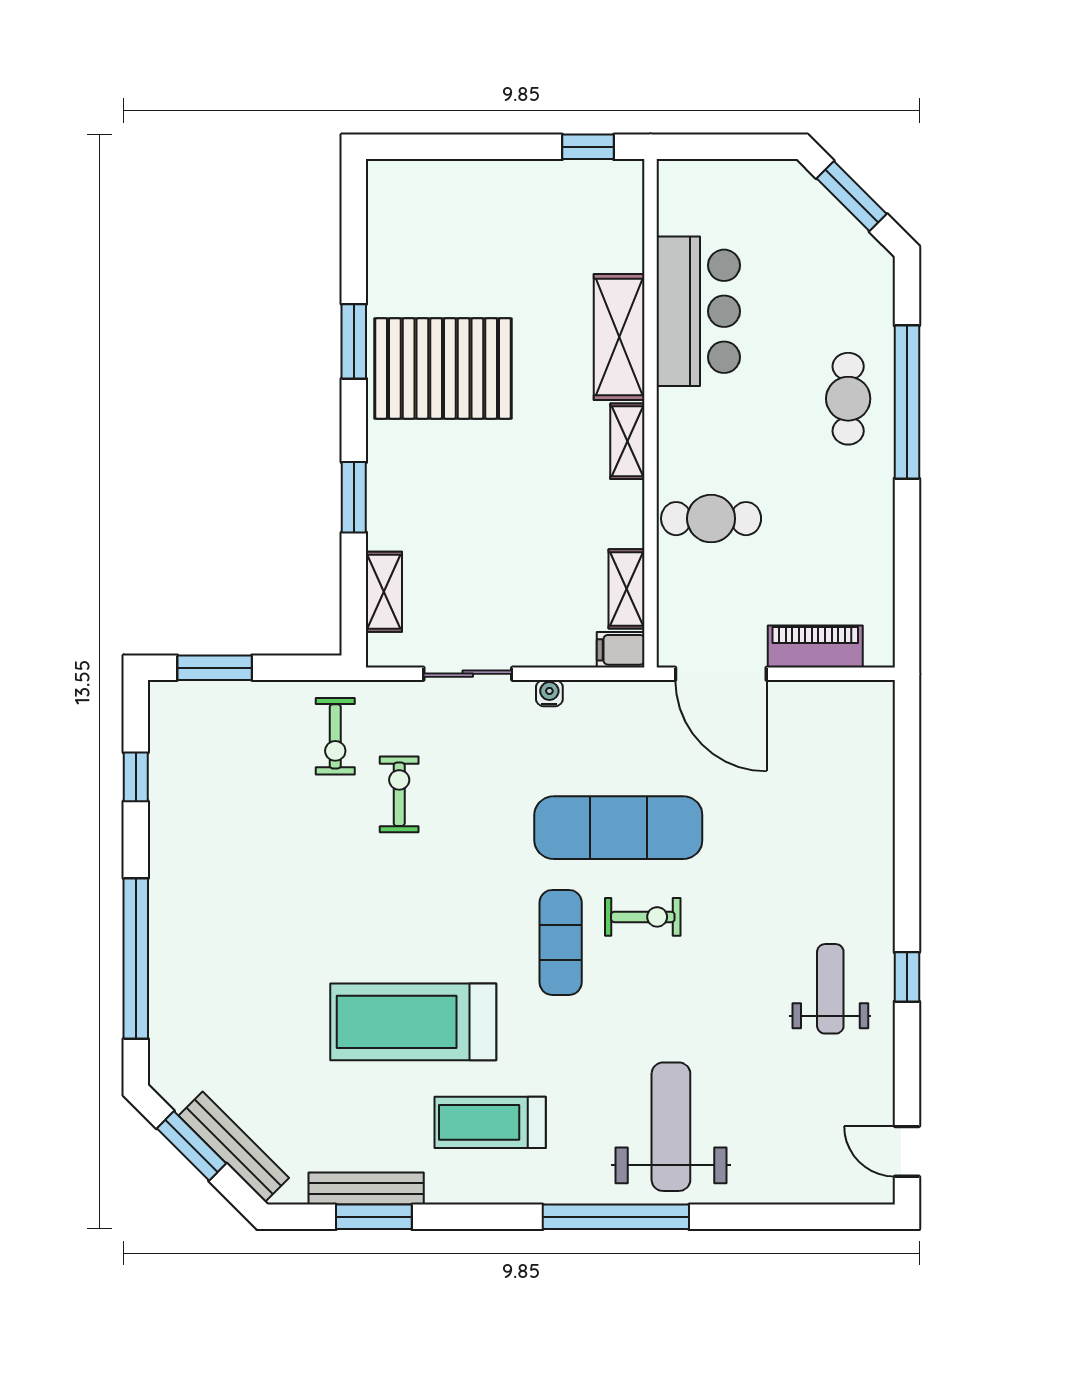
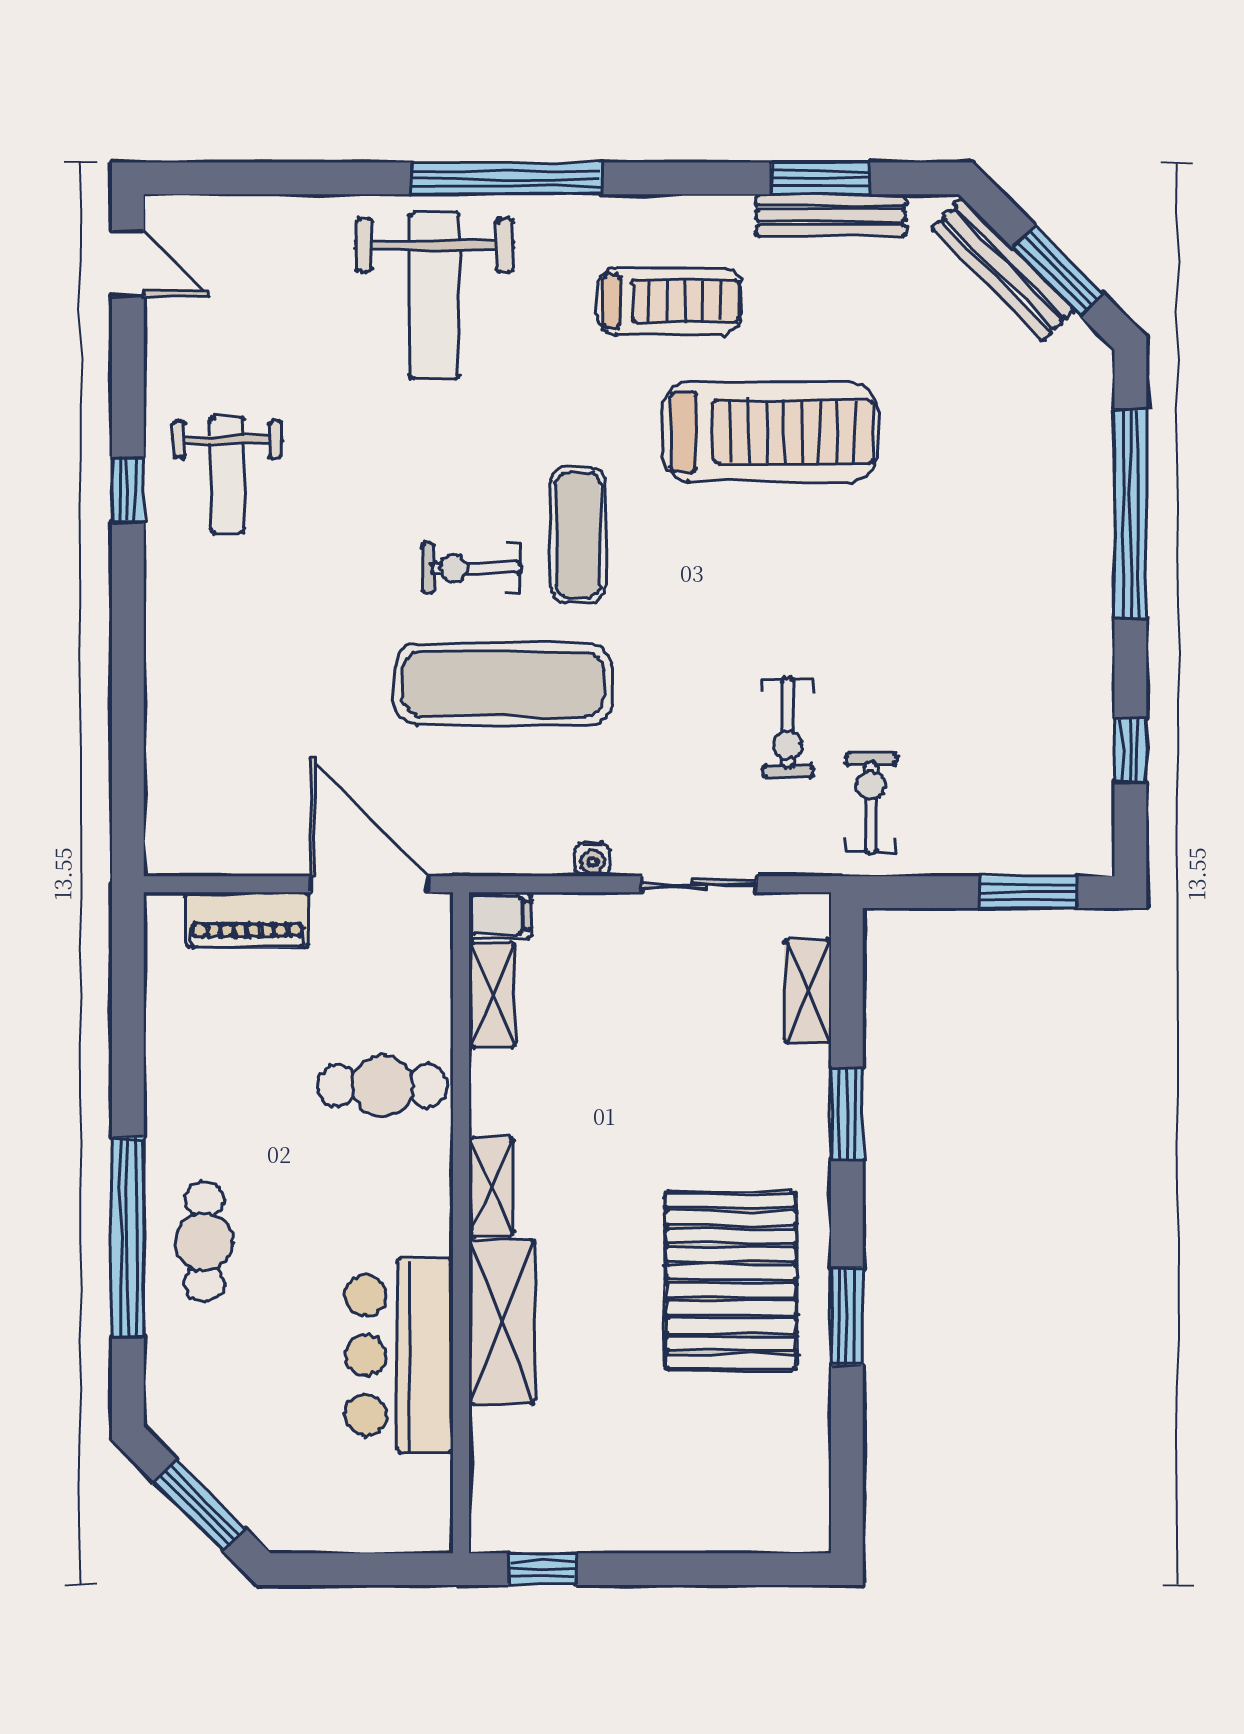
pallet: (443, 368) -> (731, 1281), turned 90

